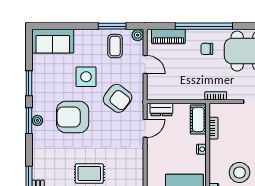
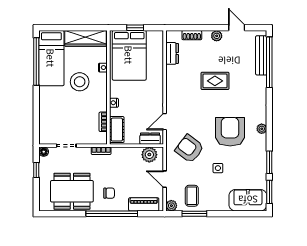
side table: (86, 77) -> (218, 168), width x0.54, depth x0.54
plant: (162, 92) -> (149, 155), added
armchair: (73, 117) -> (230, 132), turned -90
window: (29, 121) -> (269, 192), moved

